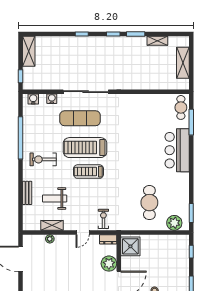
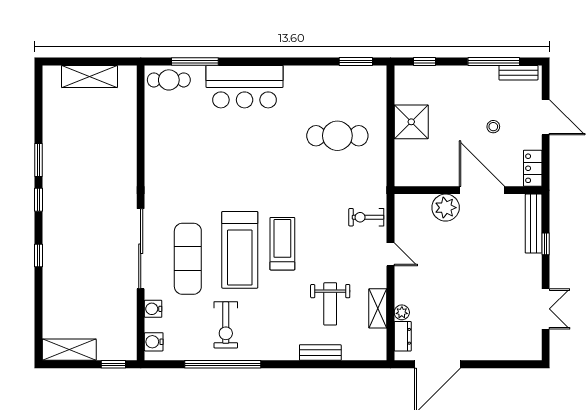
shelving: (157, 41) -> (50, 122), removed
exercise bike: (43, 159) -> (226, 325), moved
treadmill: (89, 172) -> (282, 244), turned 180
plant: (174, 223) -> (373, 92), removed
dresser: (108, 239) -> (403, 336), moved
shower: (130, 246) -> (411, 122), moved

